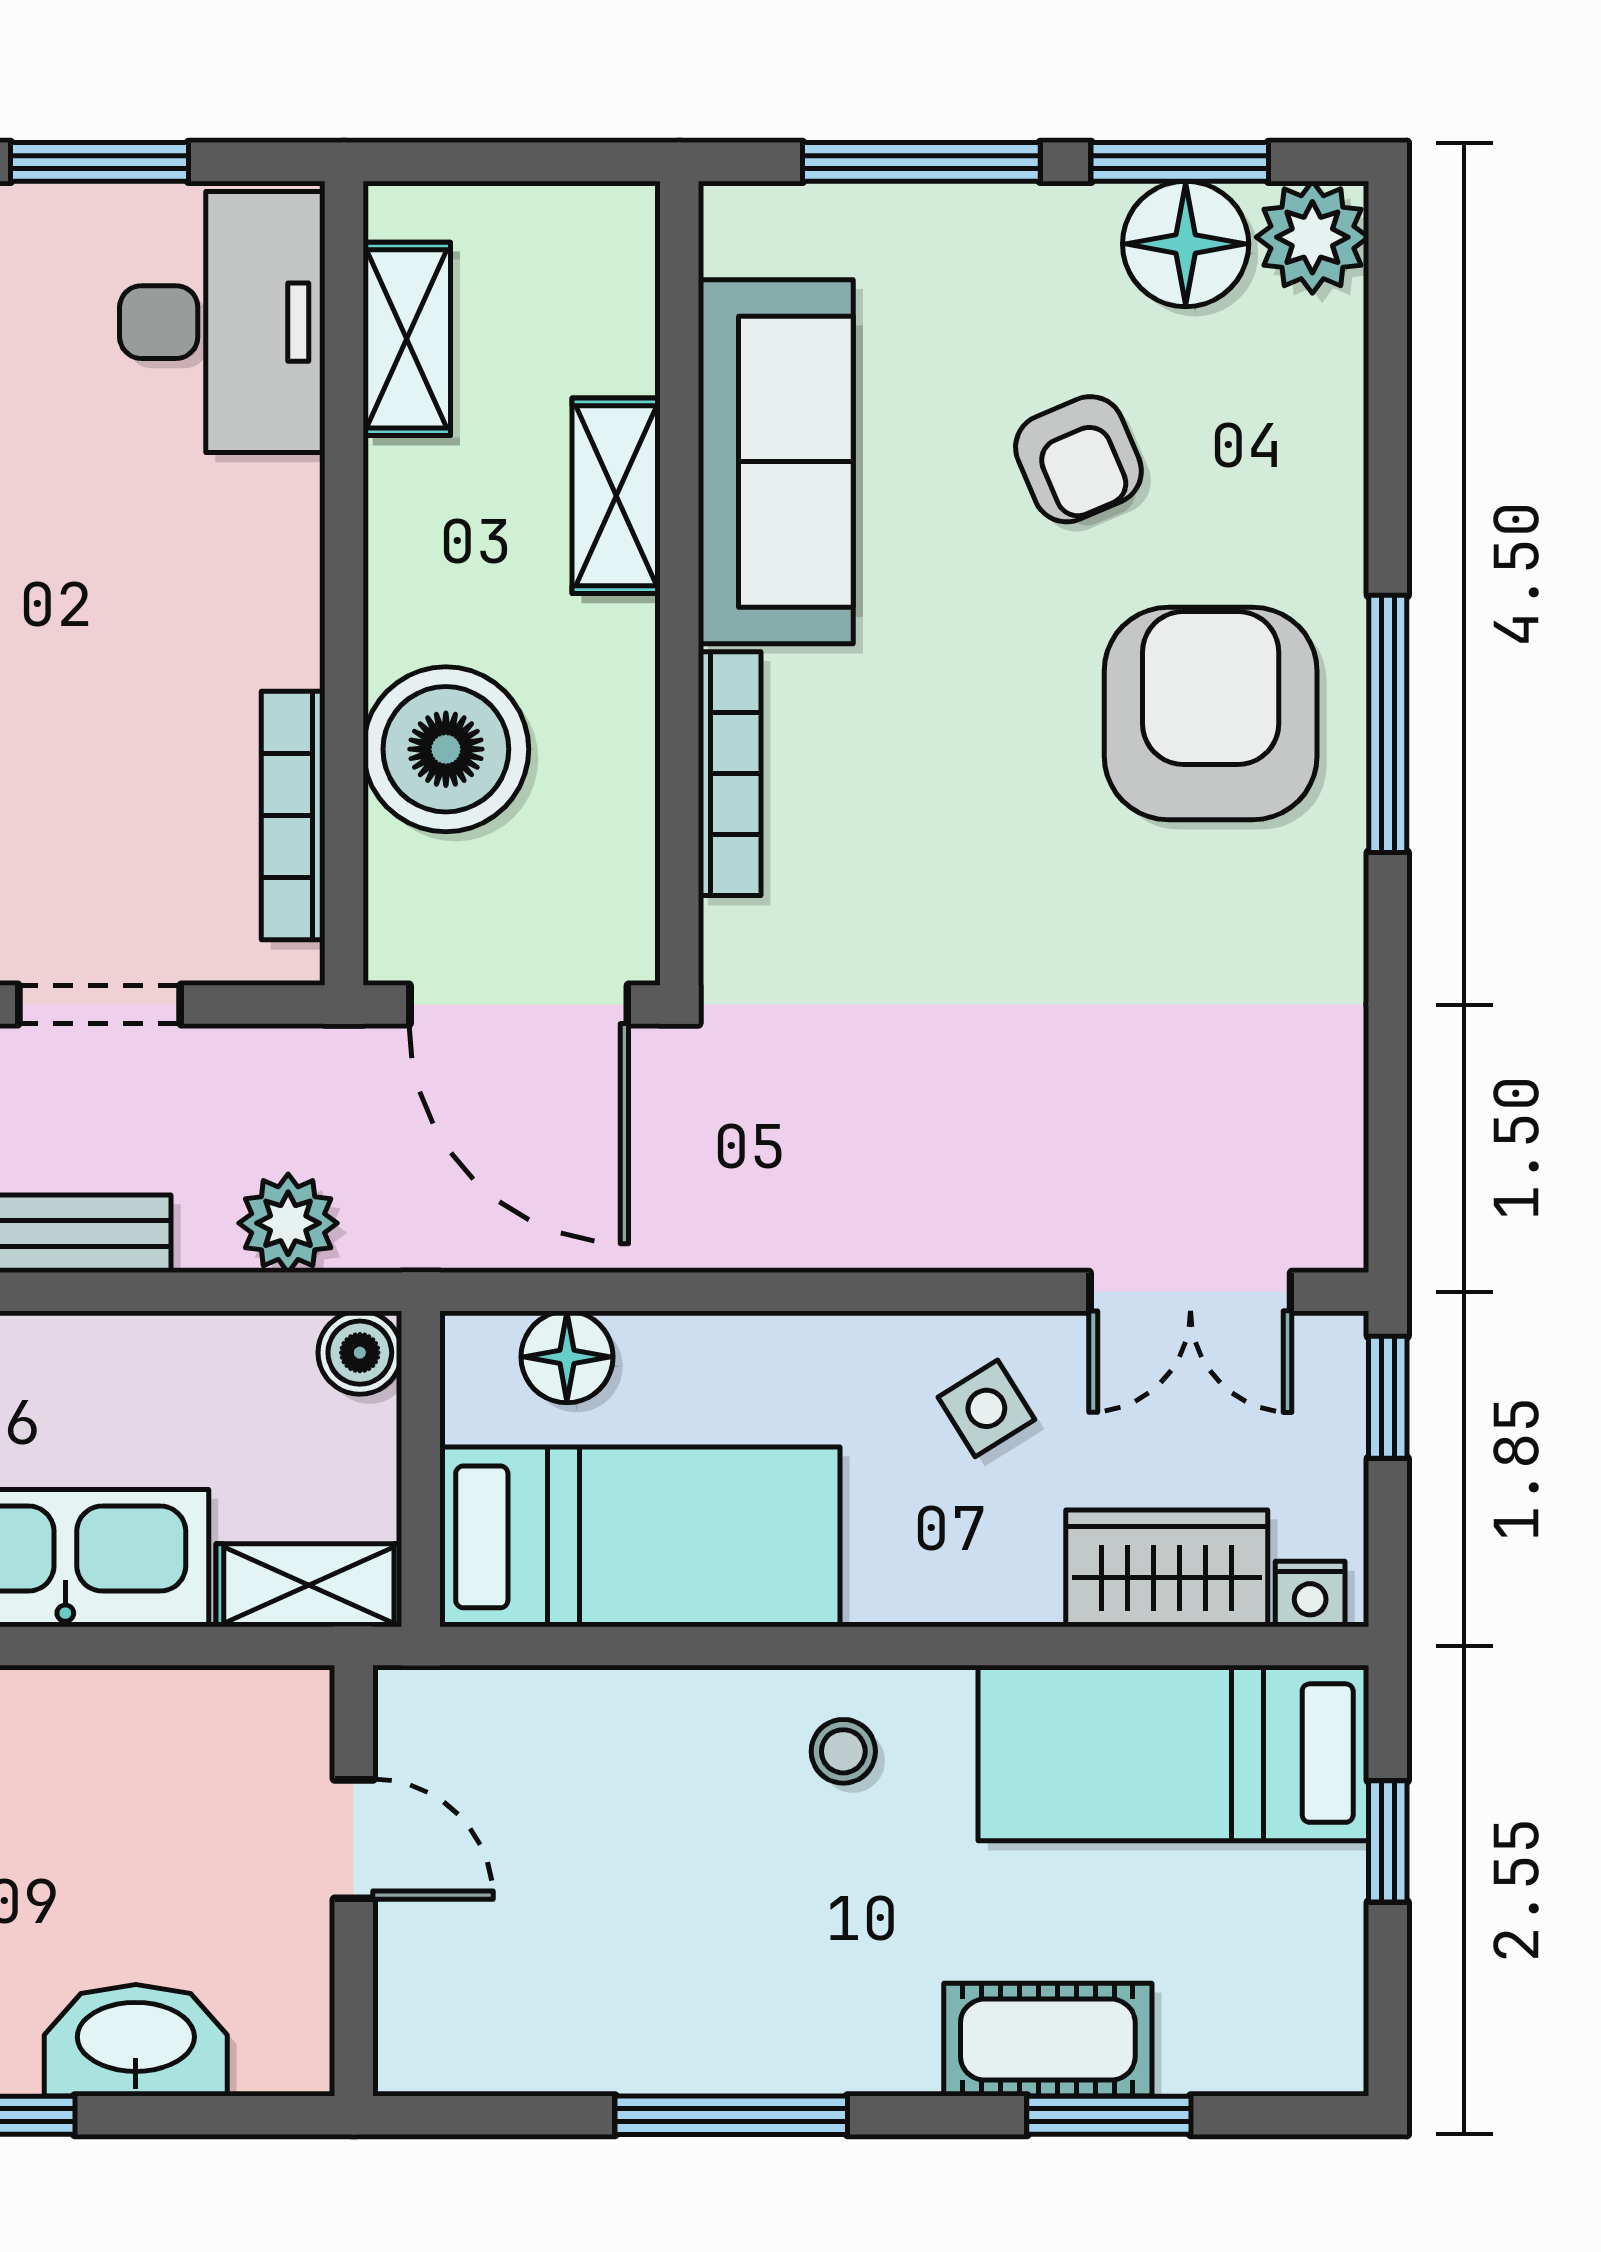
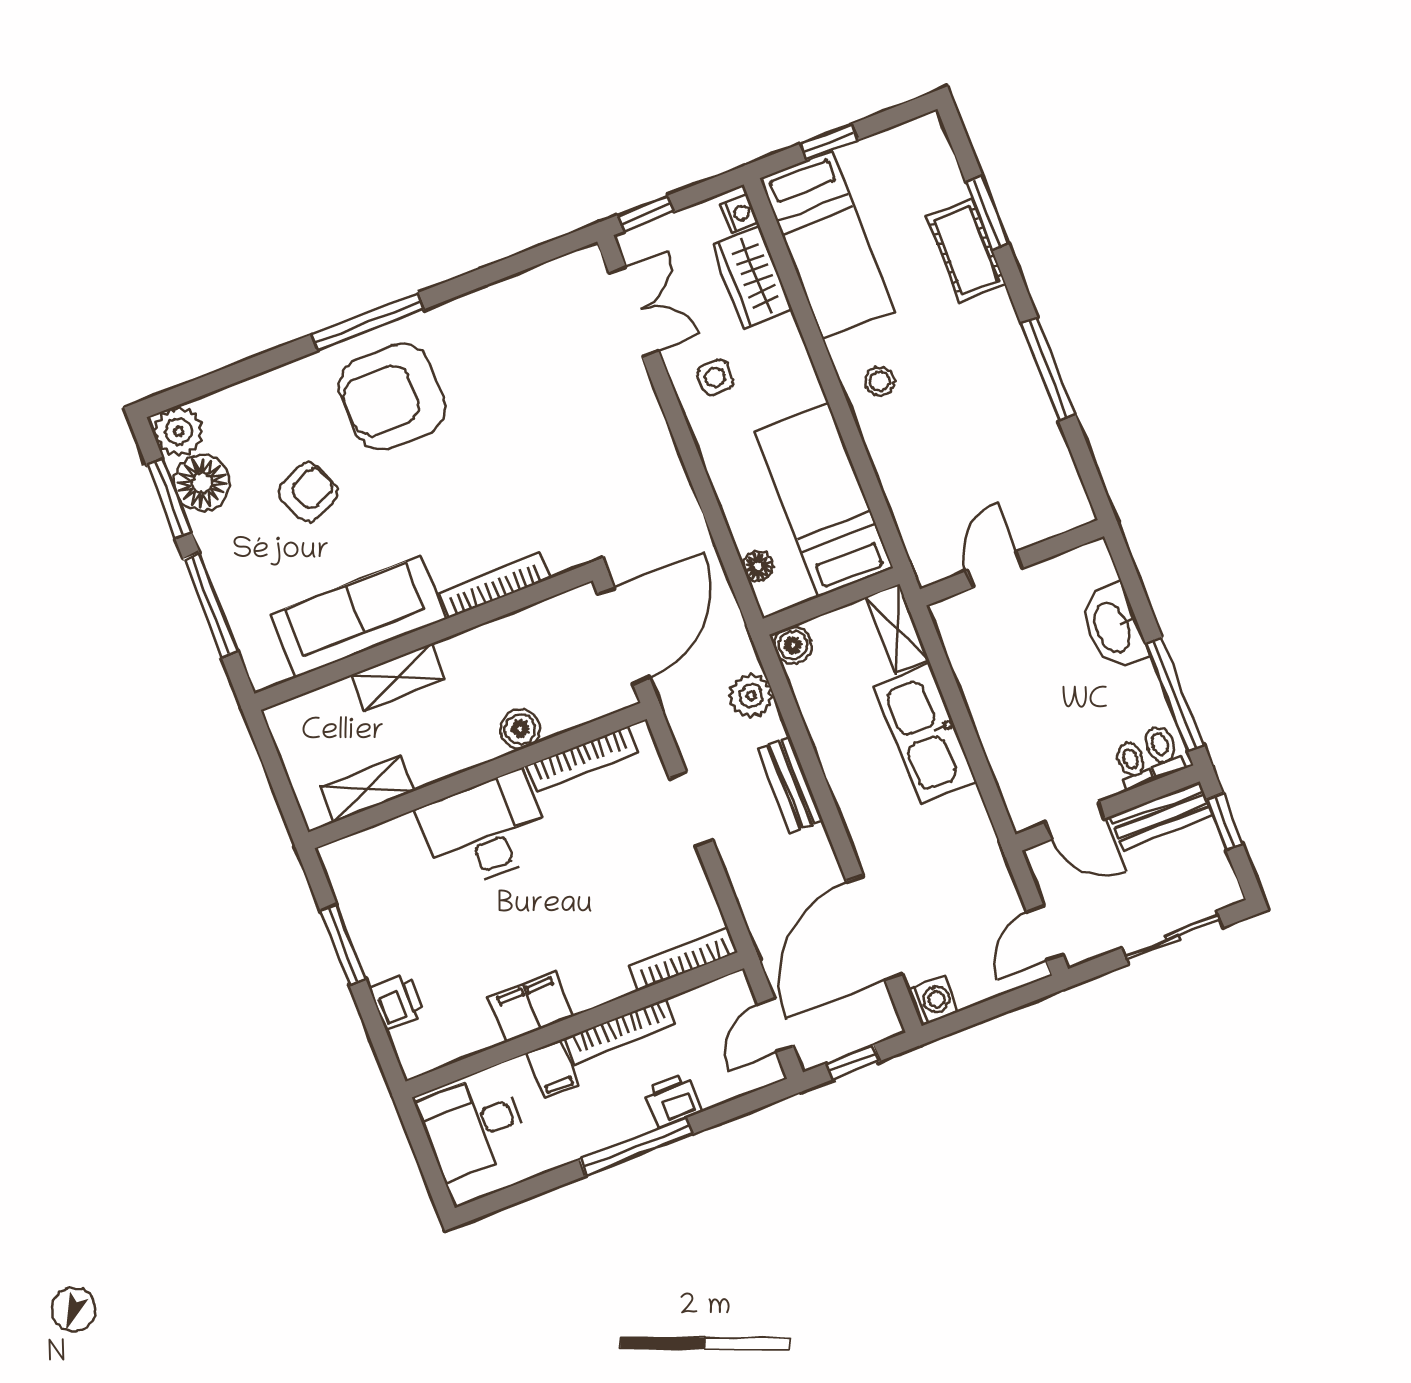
desk: (222, 322) -> (485, 831), moved
boiler: (446, 749) -> (520, 729), width x0.54, depth x0.54
floor lamp: (567, 1357) -> (758, 566), width x0.73, depth x0.73
side table: (986, 1408) -> (715, 377), turned 32

